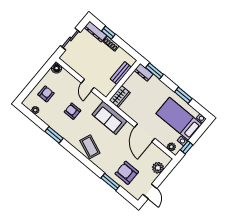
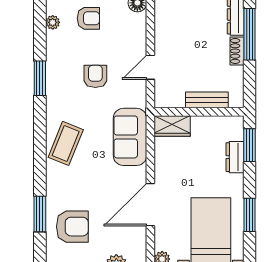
window: (108, 33) -> (250, 34), width x2.17
dresser: (144, 72) -> (235, 157), moved
armchair: (127, 173) -> (72, 227), turned 90

